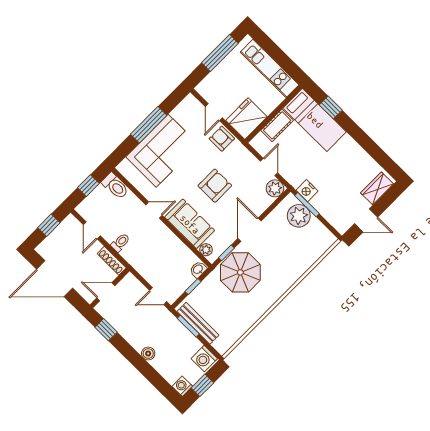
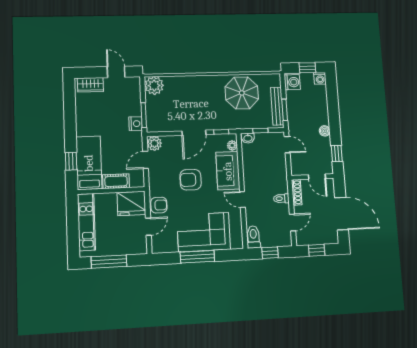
armchair: (222, 139) -> (159, 205), turned -90
plant: (299, 216) -> (154, 86), moved
parasol: (240, 272) -> (242, 93), moved
boiler: (148, 354) -> (325, 131), moved

